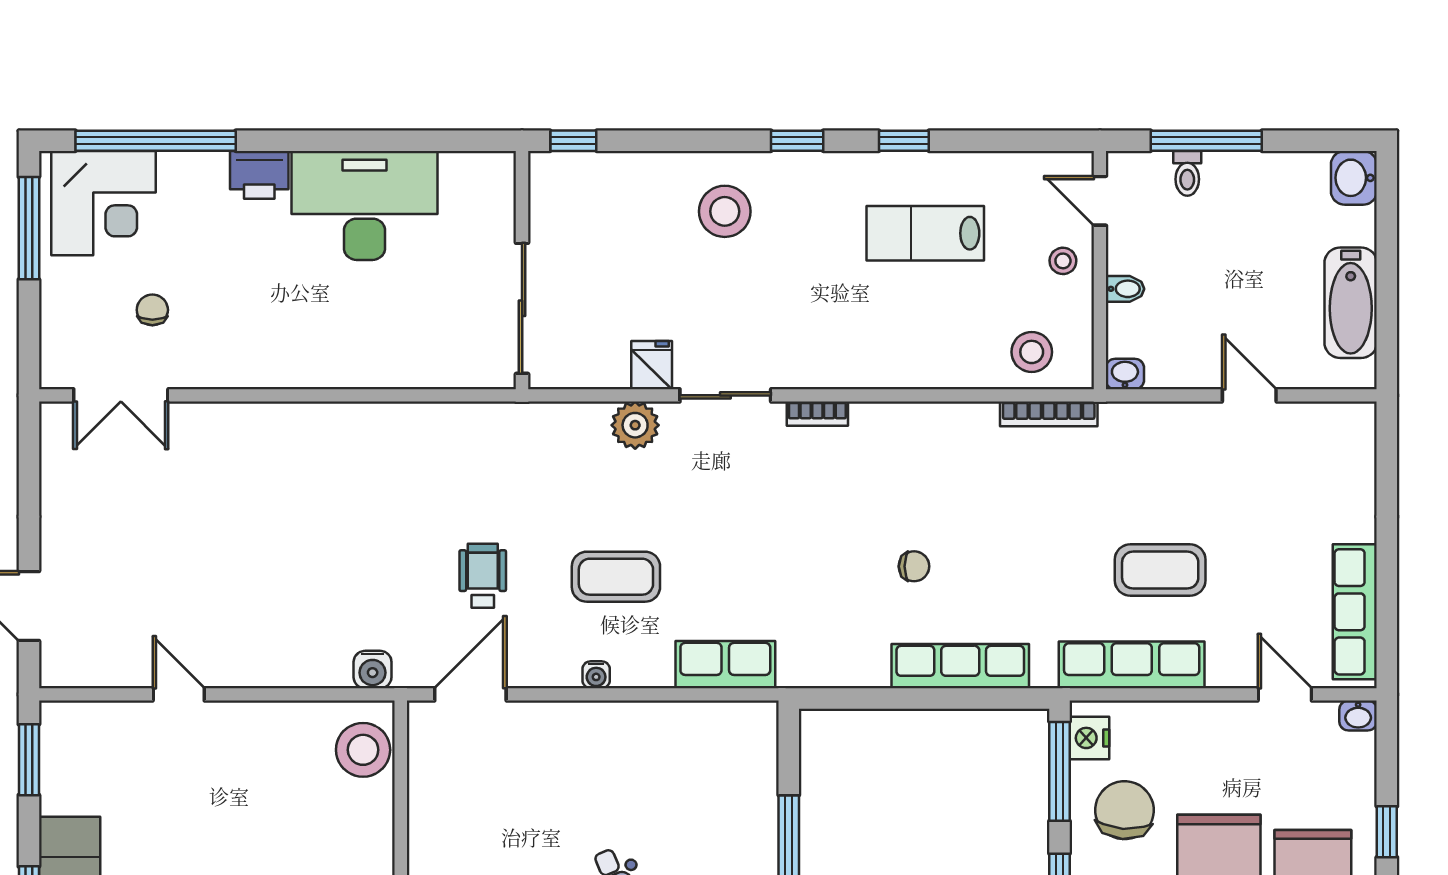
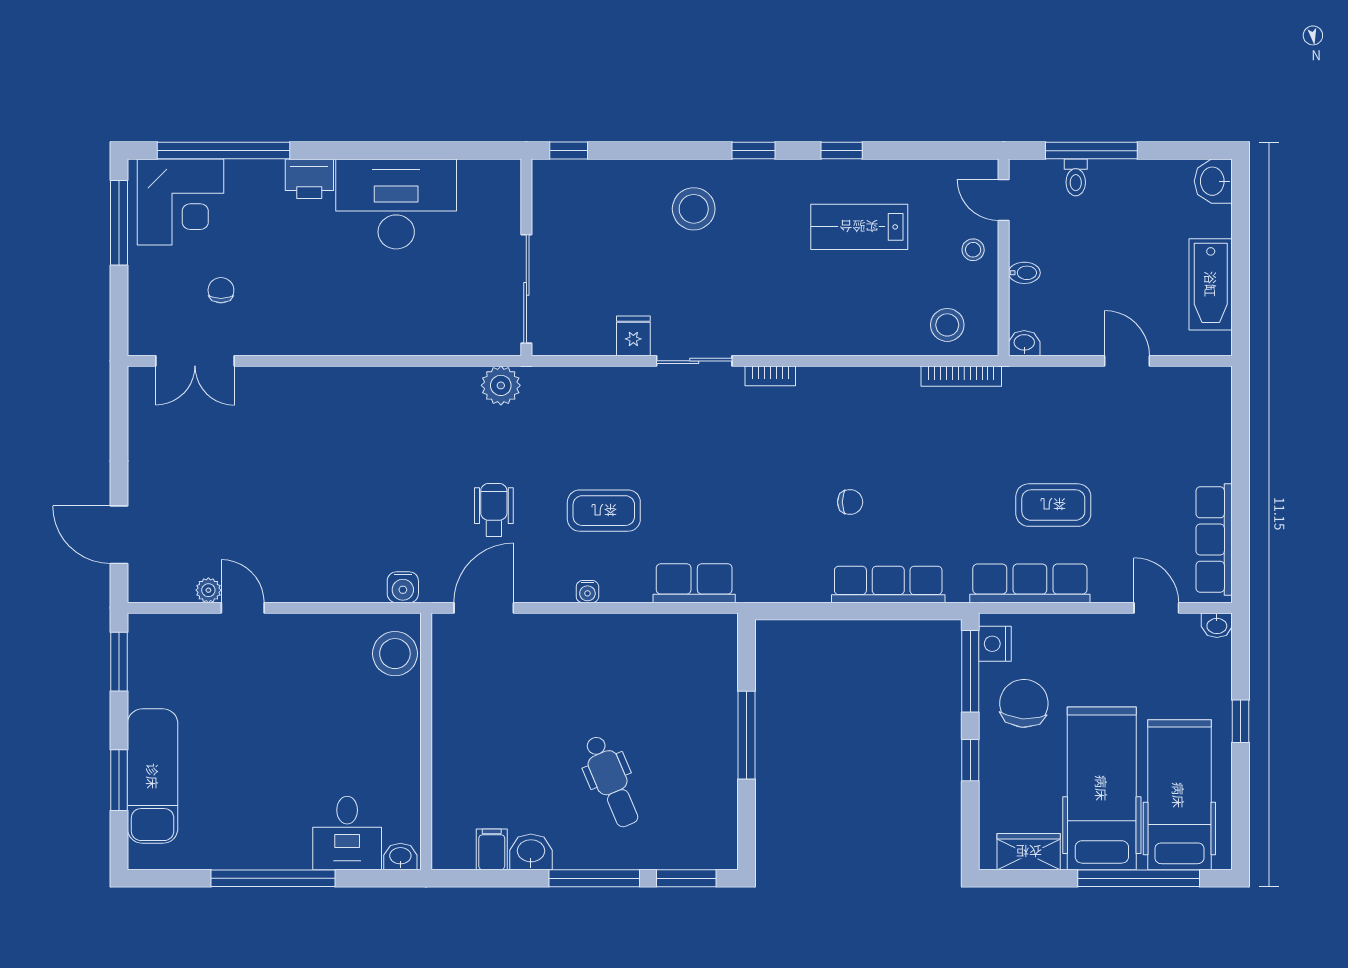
plant: (635, 425) -> (501, 385), moved
plant: (137, 673) -> (208, 590), added

